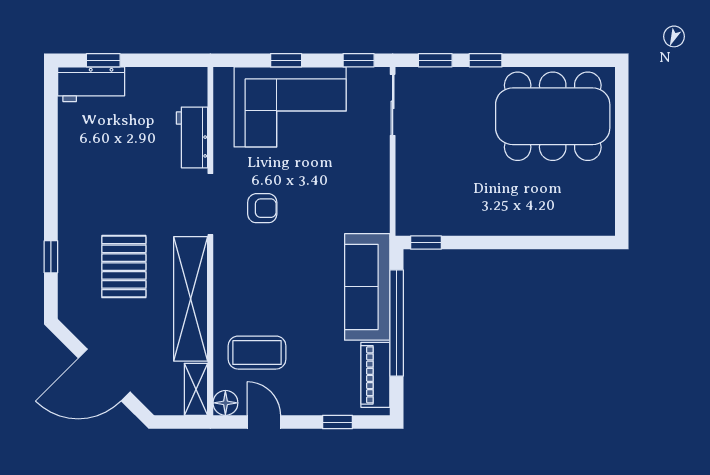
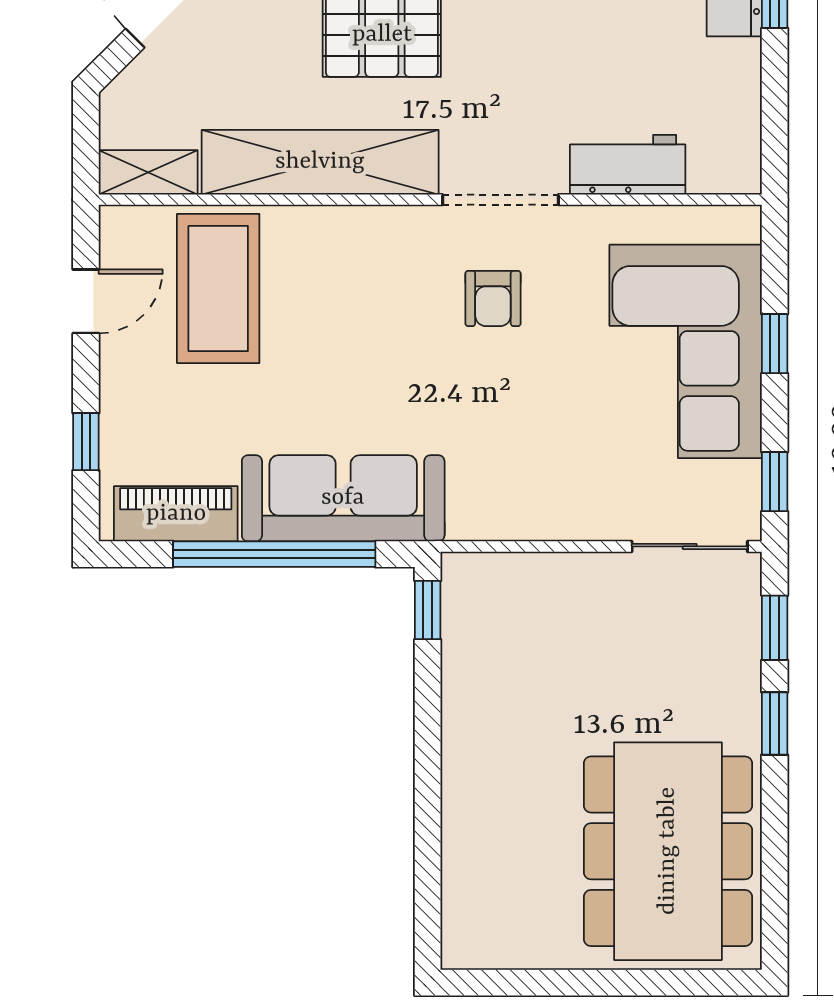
coffee table: (257, 353) -> (218, 288), width x1.36, depth x1.32
floor lamp: (225, 403) -> (122, 228), removed

